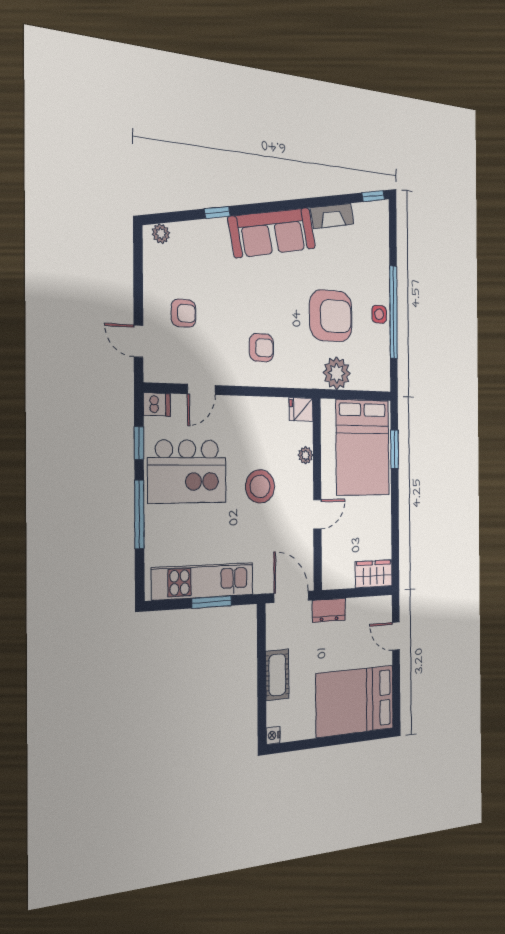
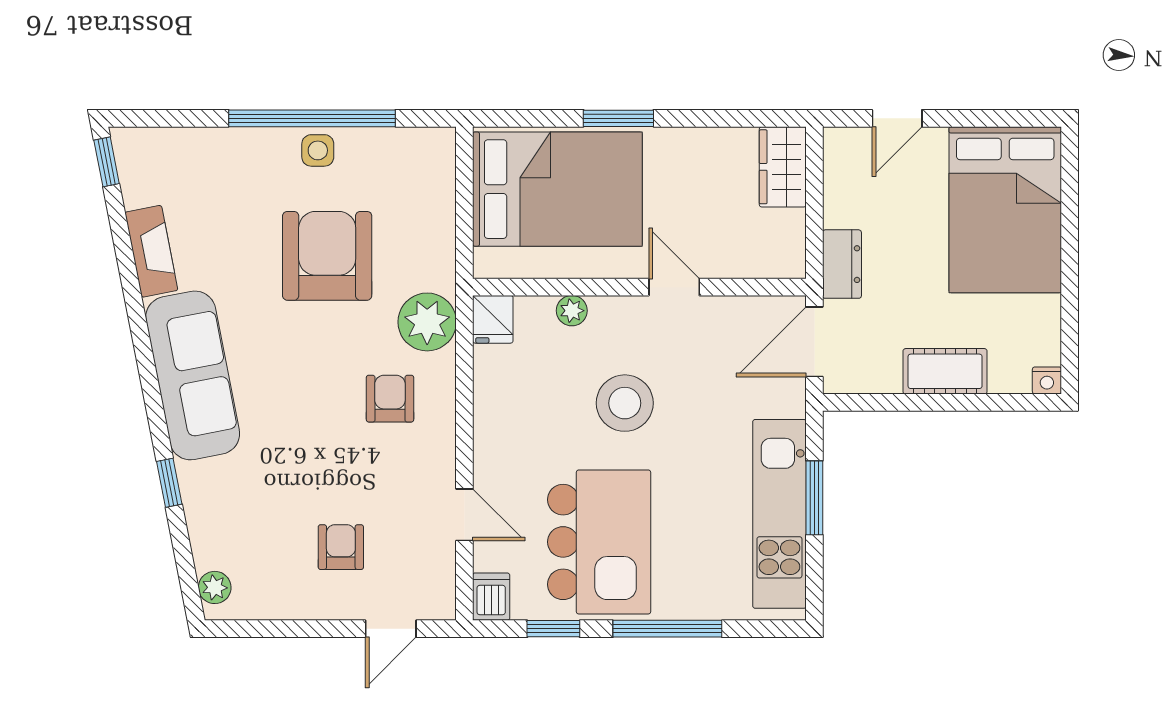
plant: (337, 373) -> (427, 322), moved
window: (394, 449) -> (618, 118), moved

